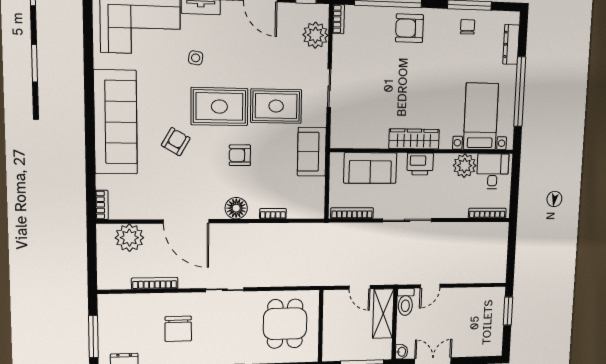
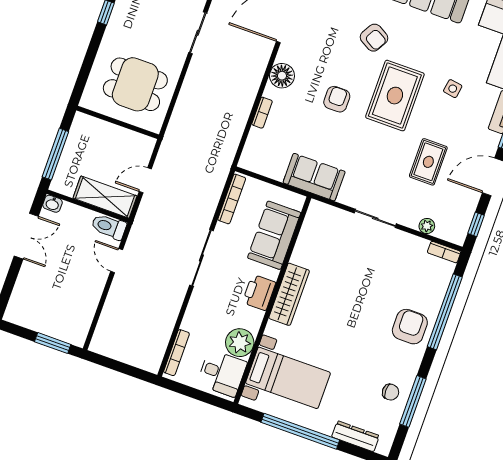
plant: (315, 35) -> (427, 226), width x0.53, depth x0.53
rug: (276, 106) -> (428, 162), moved, width x0.73, depth x0.70

